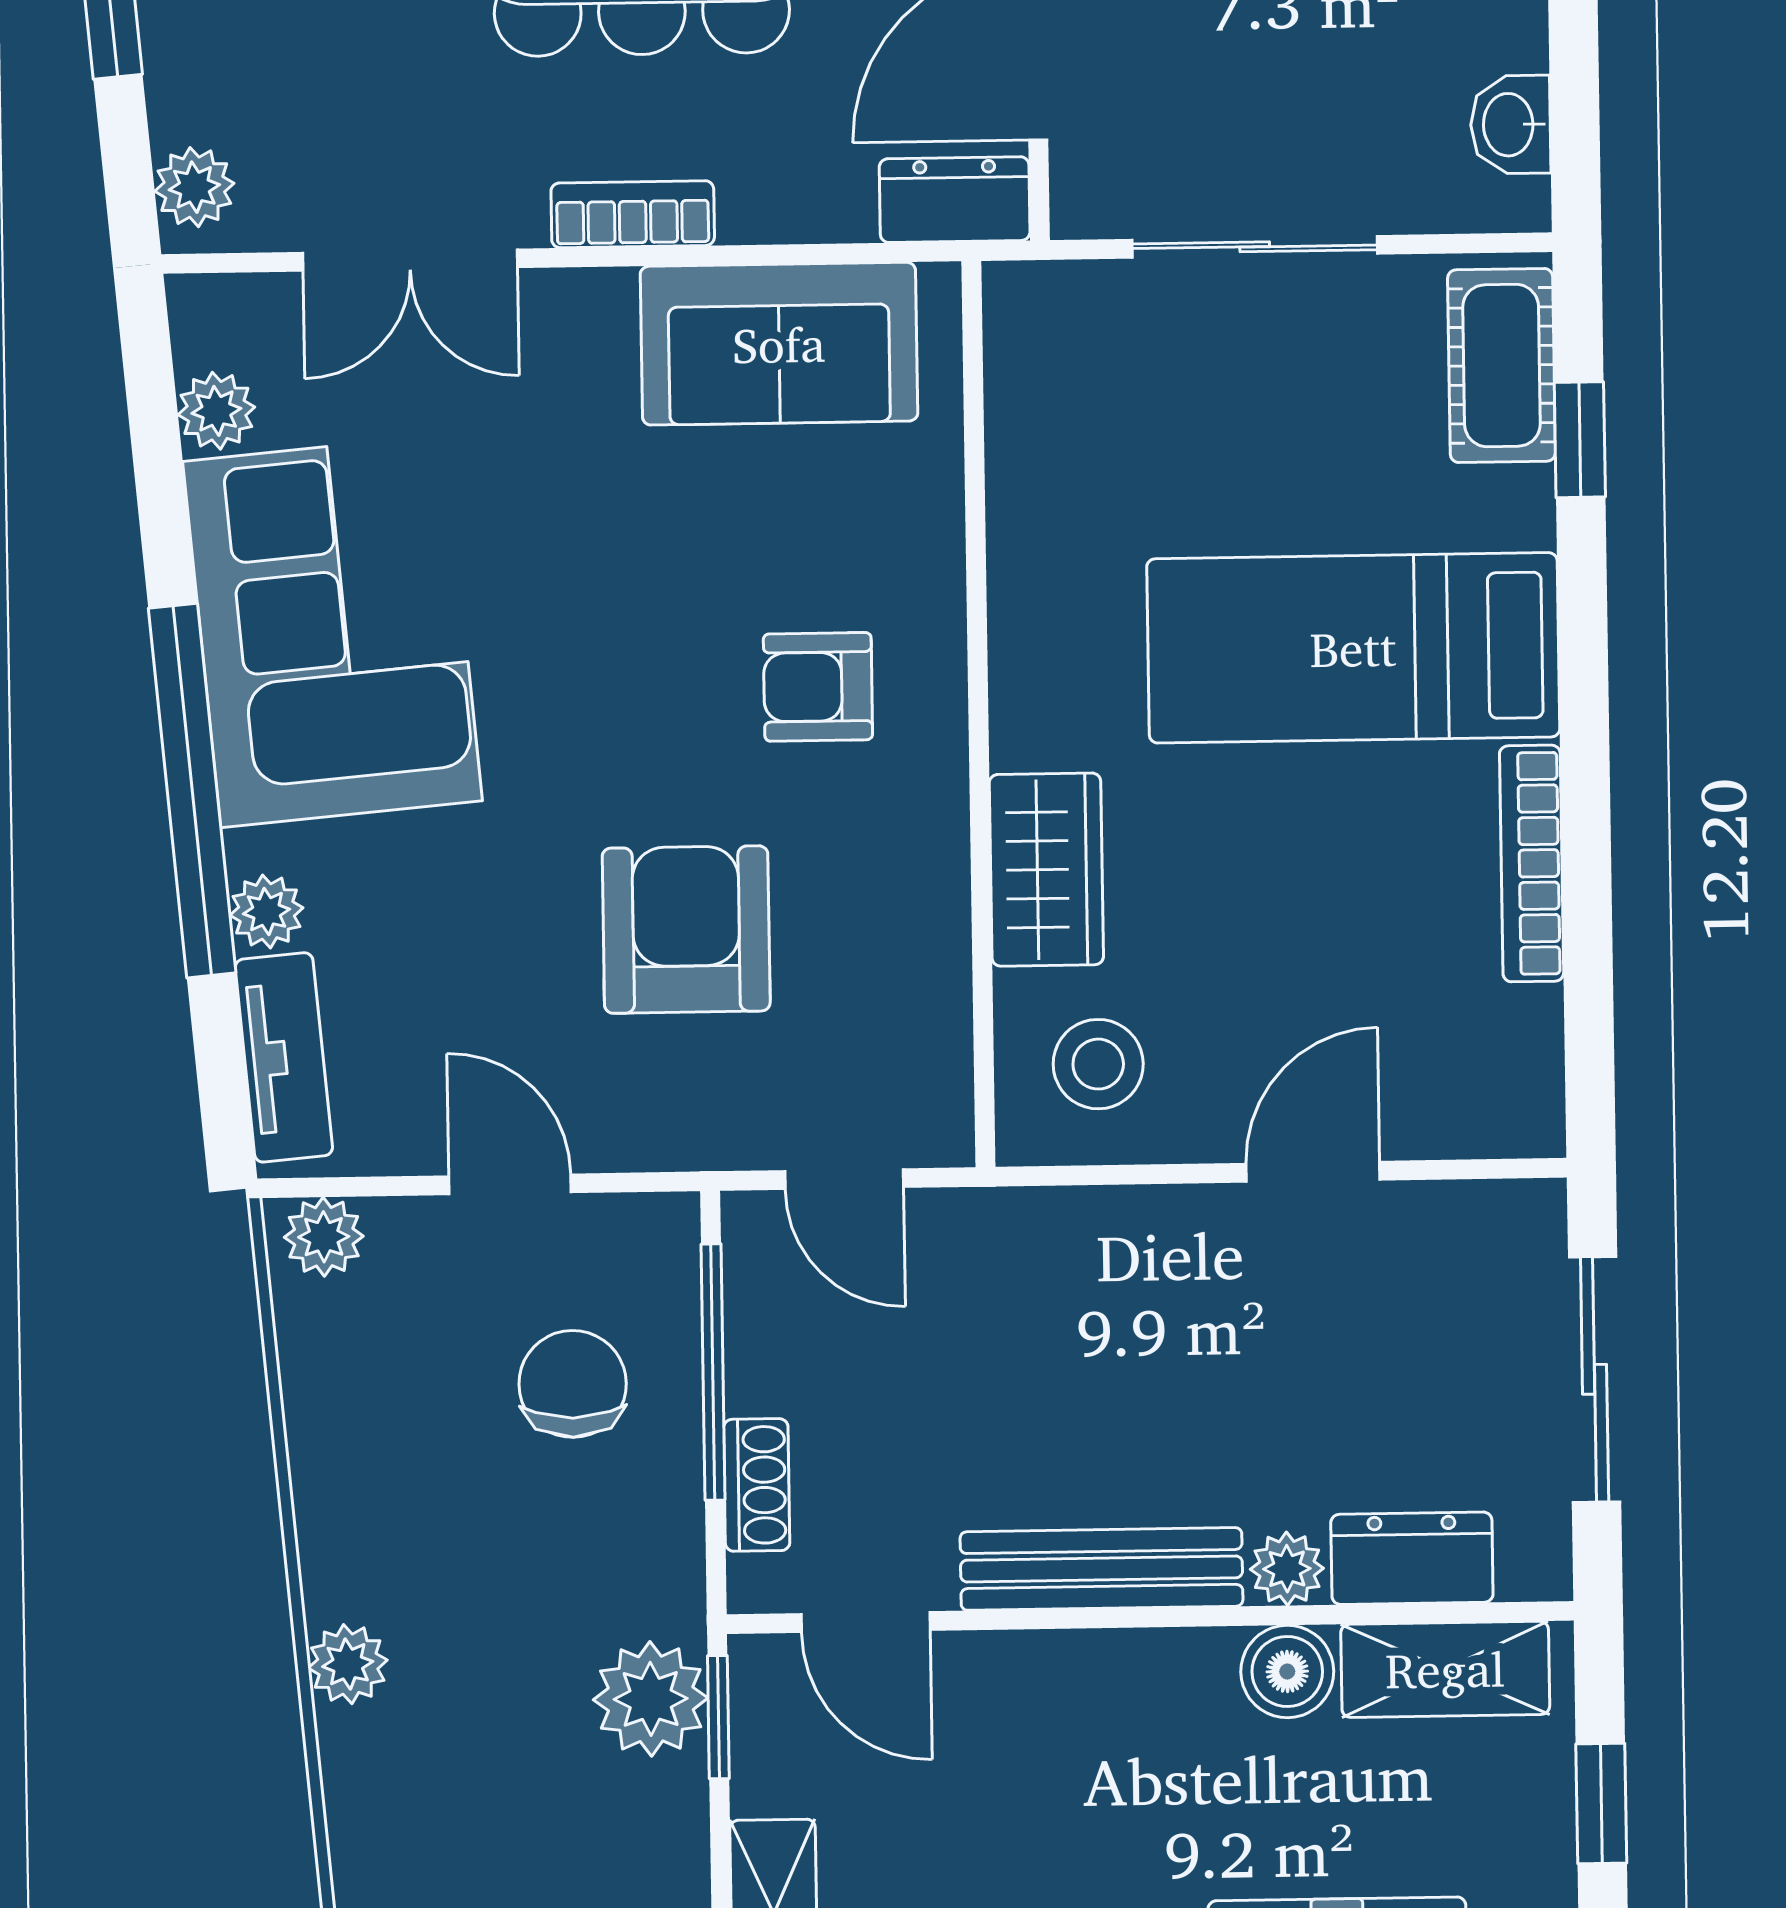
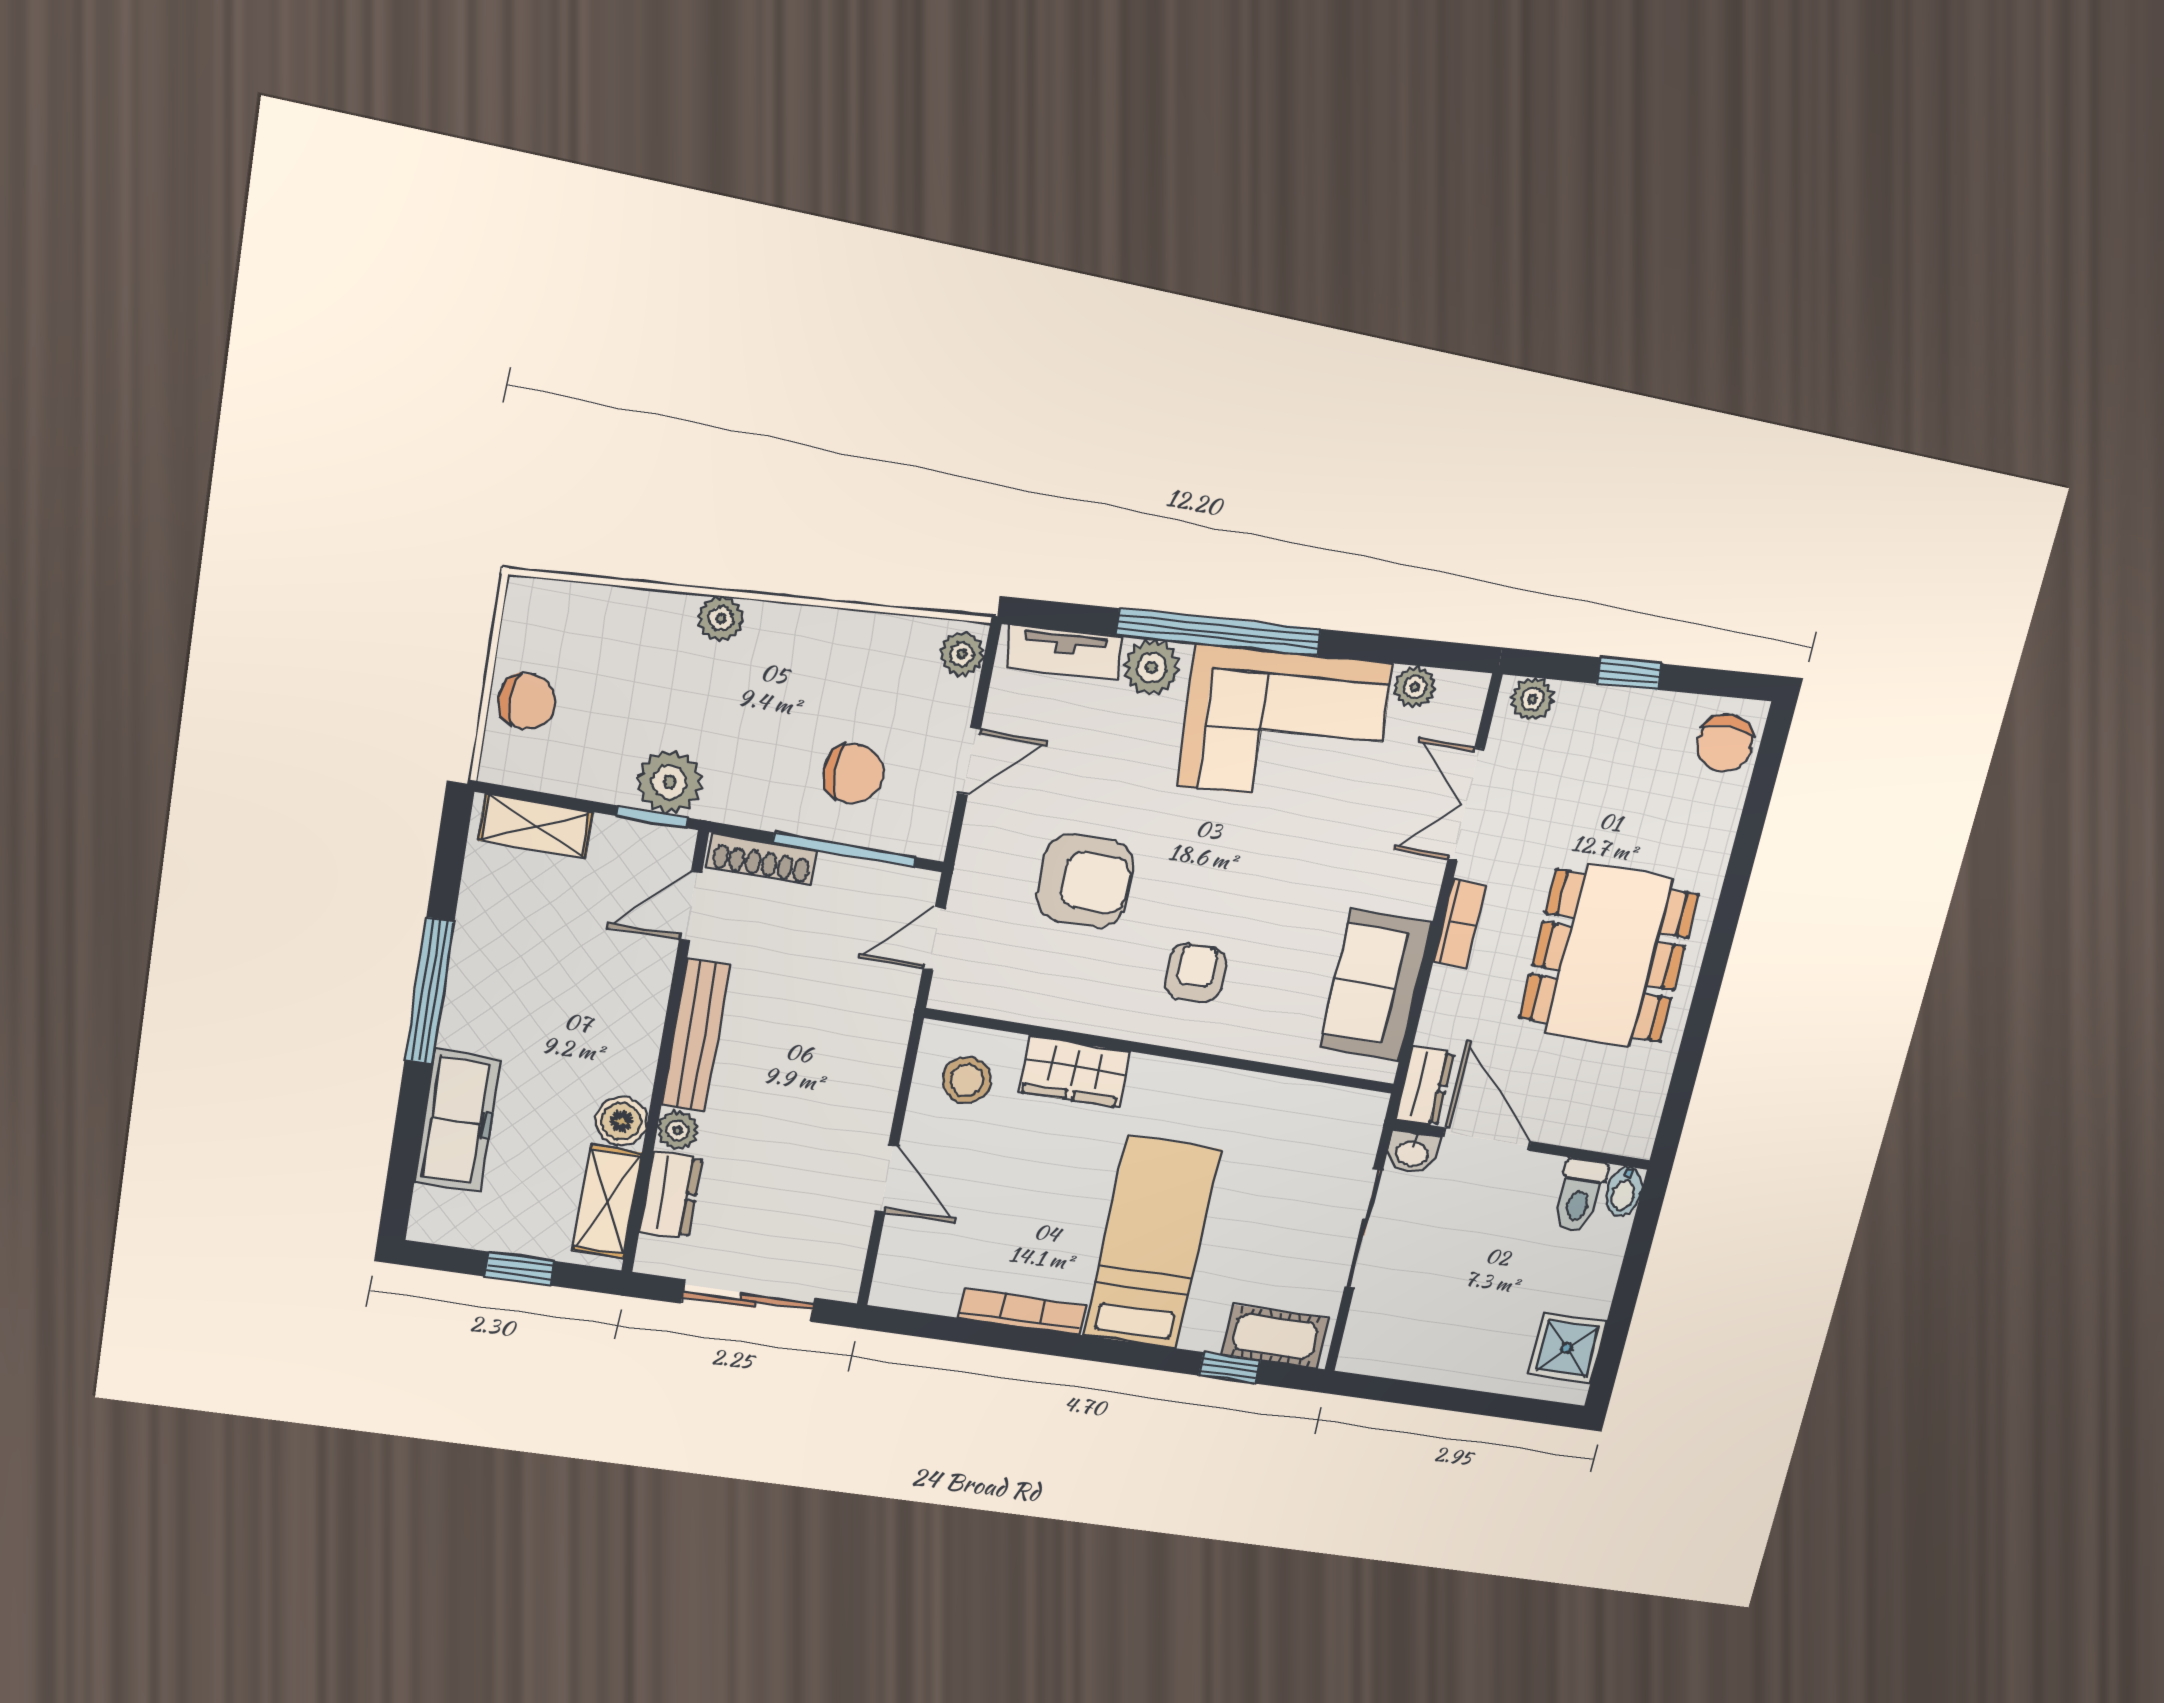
washbasin: (1511, 125) -> (1412, 1152), moved, turned 180
plant: (266, 911) -> (1152, 667), width x1.38, depth x1.38
shoe rack: (757, 1485) -> (762, 859), width x1.43

